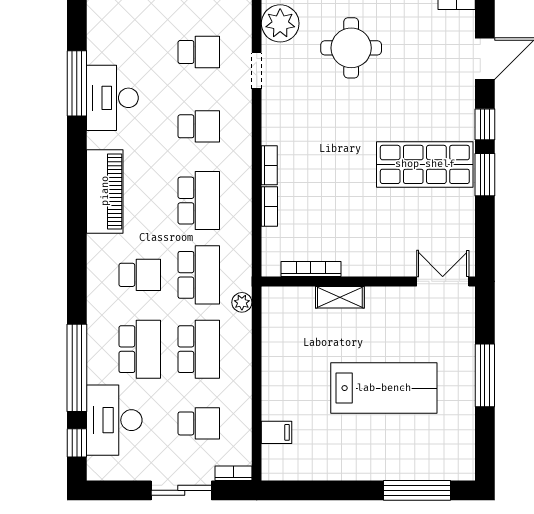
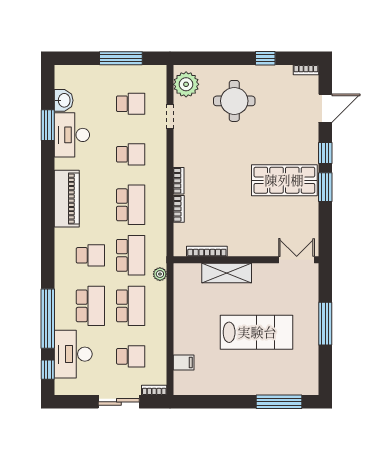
washbasin: (100, 47) -> (64, 100), added
window: (77, 83) -> (48, 125), width x0.69
shelving: (340, 297) -> (227, 273), width x1.50, depth x1.33

